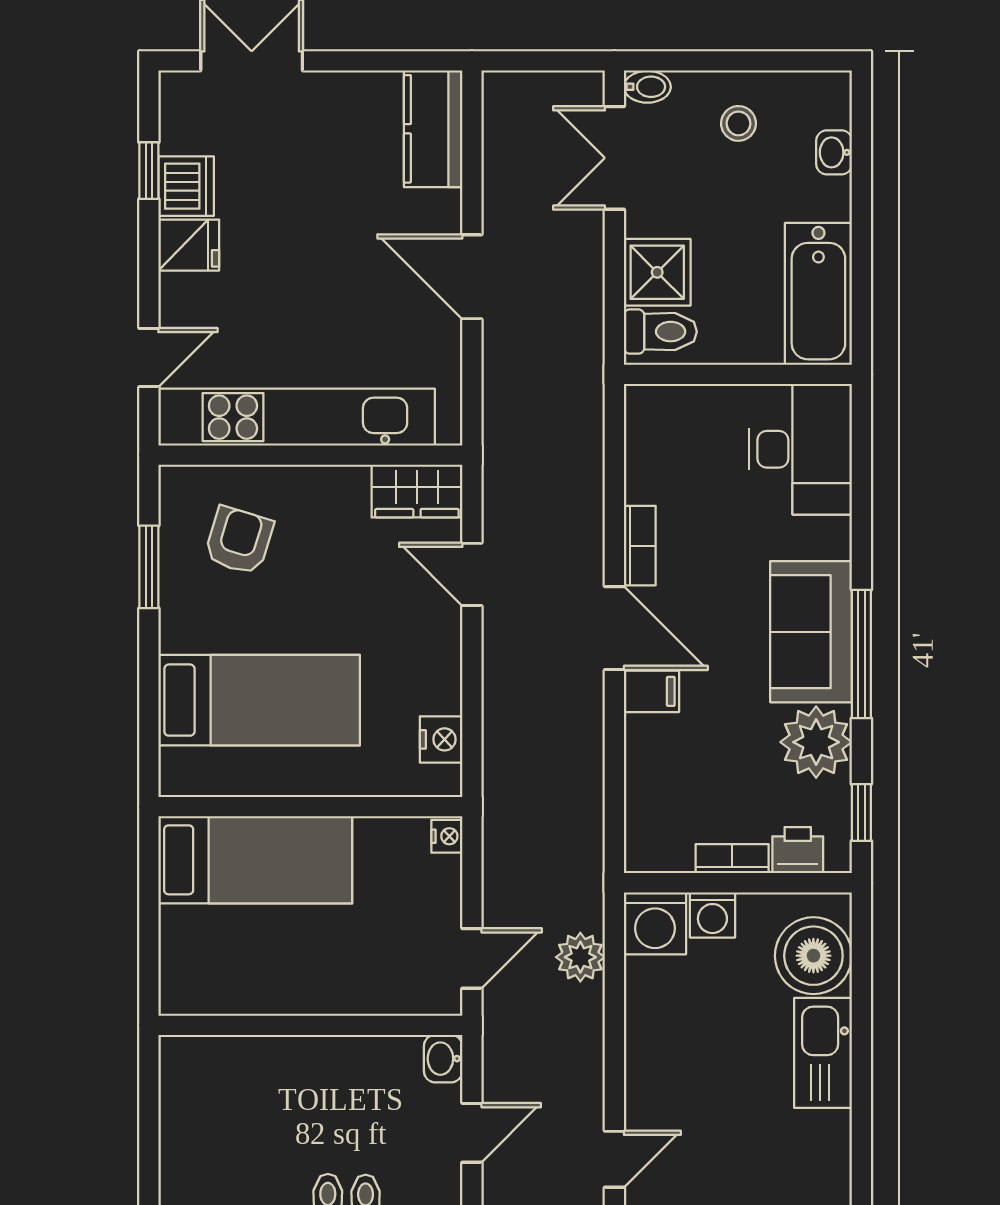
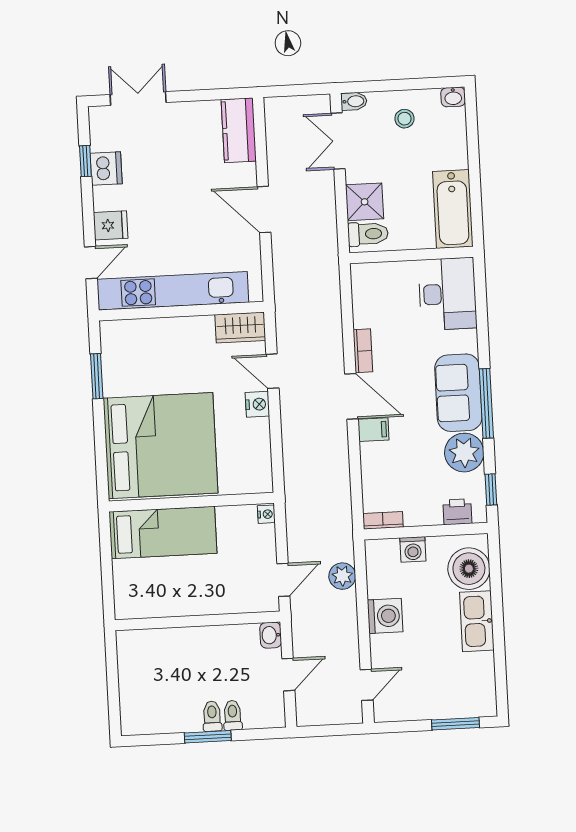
washbasin: (834, 152) -> (453, 97), moved, turned -90
fridge: (189, 245) -> (111, 225), moved
armchair: (239, 540) -> (145, 359), removed
bed: (259, 700) -> (160, 446), width x2.04
nightstand: (441, 739) -> (257, 404), moved
bookcase: (732, 859) -> (383, 520), moved
washing machine: (655, 923) -> (385, 616), moved, turned -90

